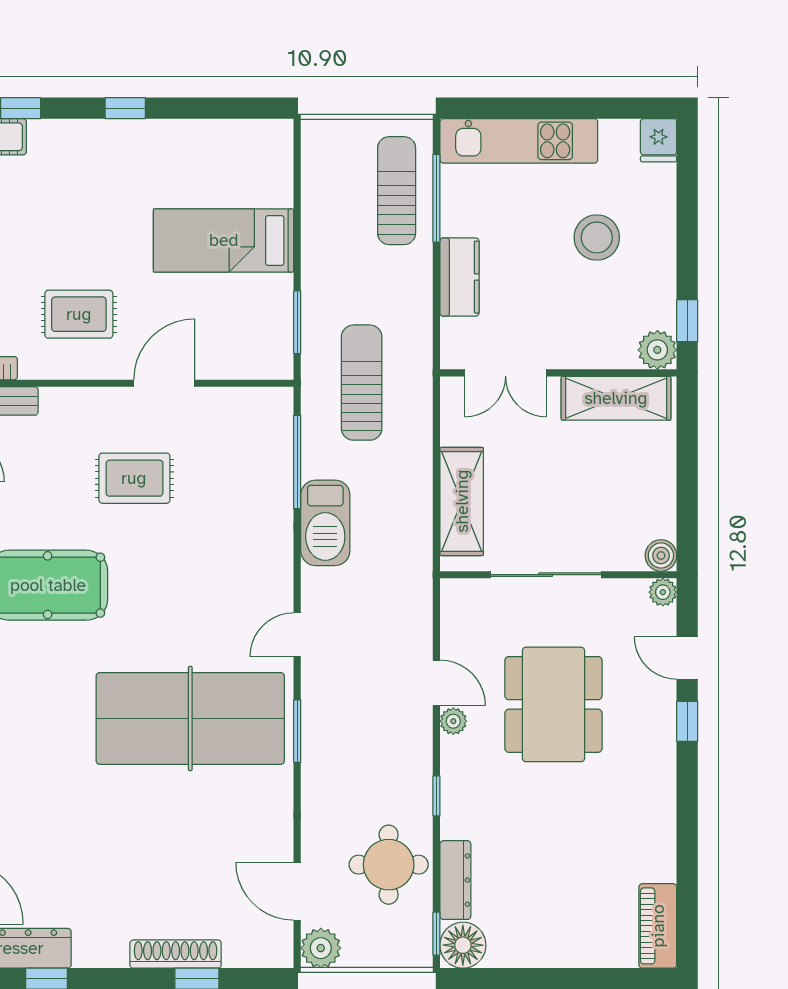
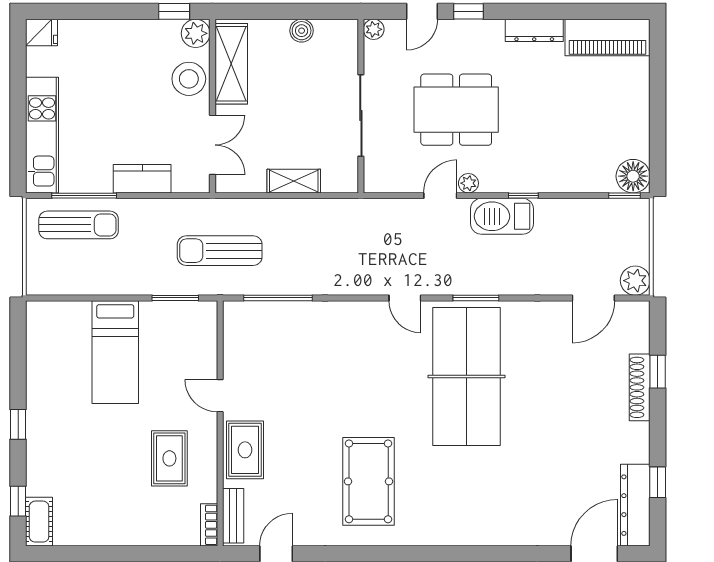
sun lounger: (397, 191) -> (79, 225), turned 180
stool: (597, 237) -> (189, 79), moved
door: (164, 383) -> (220, 396), width x0.73
rug: (134, 478) -> (245, 450), moved
shelving: (462, 501) -> (294, 181), width x0.67, depth x0.75
barbecue: (325, 523) -> (502, 216), moved, turned 180
boiler: (661, 555) -> (302, 31), moved
round table: (389, 865) -> (574, 231), removed
dresser: (455, 880) -> (534, 30), moved, turned 180
piano: (658, 926) -> (608, 37), width x1.37, depth x1.33

